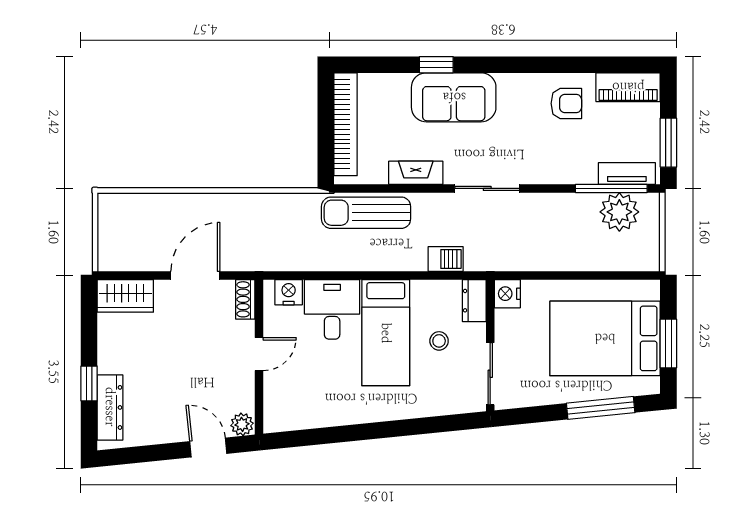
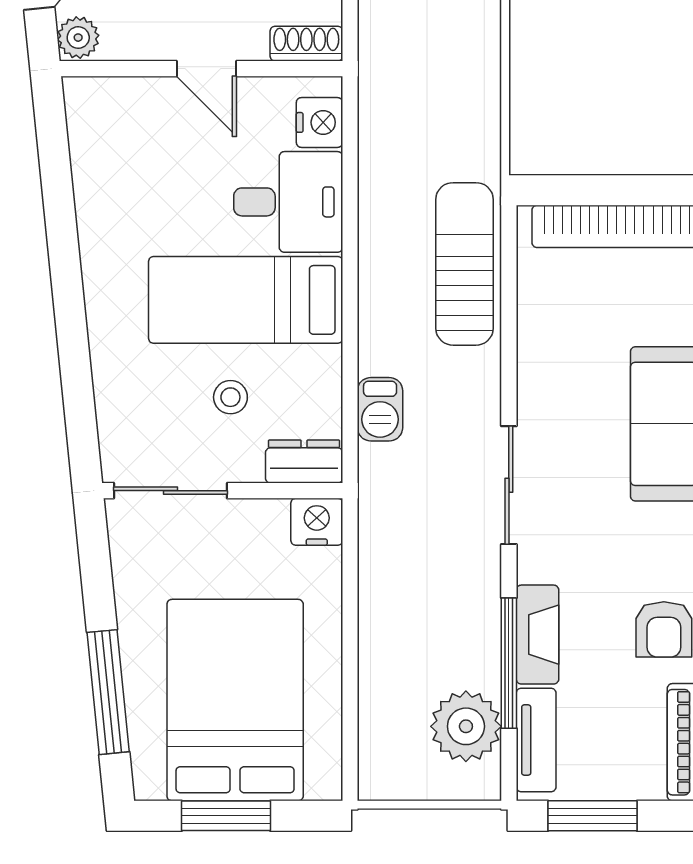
fireplace: (416, 173) -> (537, 635), moved
window: (611, 188) -> (509, 663), moved

